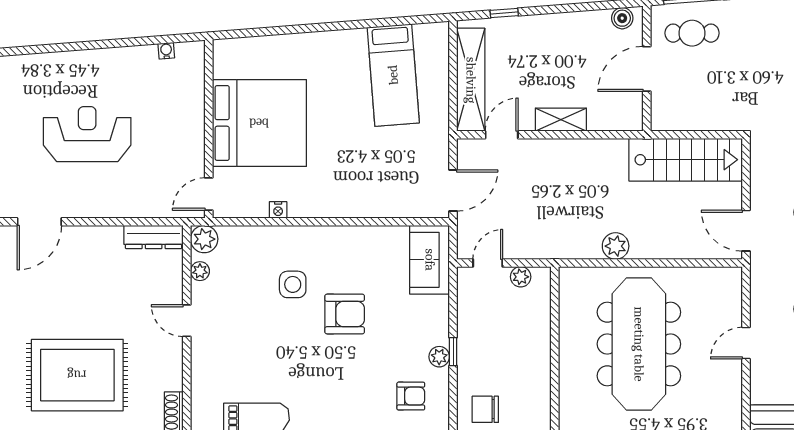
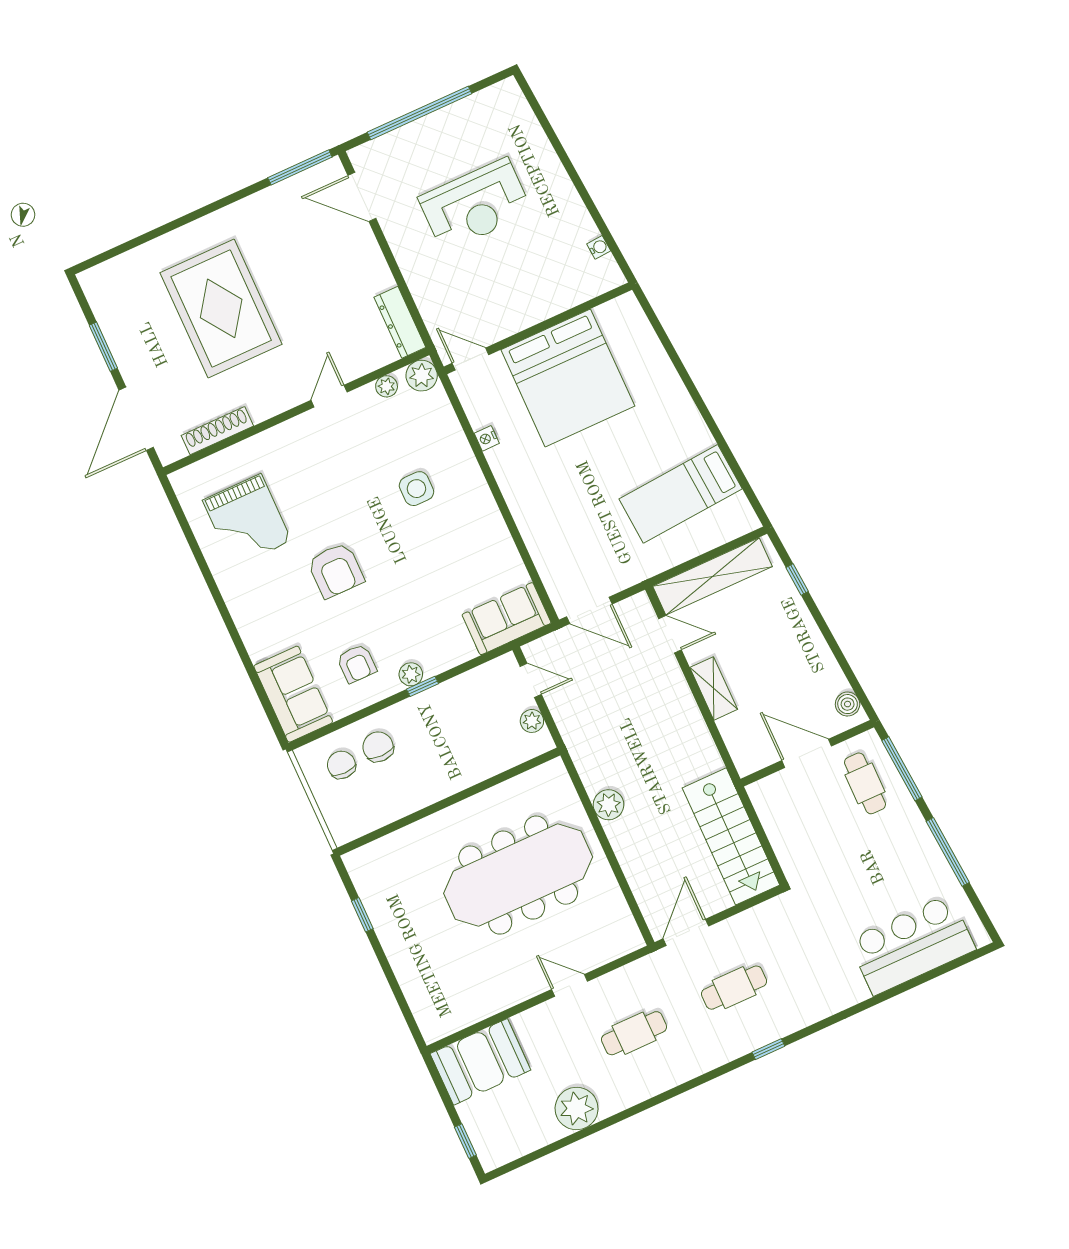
reception desk: (87, 134) -> (475, 205), turned 90
armchair: (345, 314) -> (336, 570), moved

